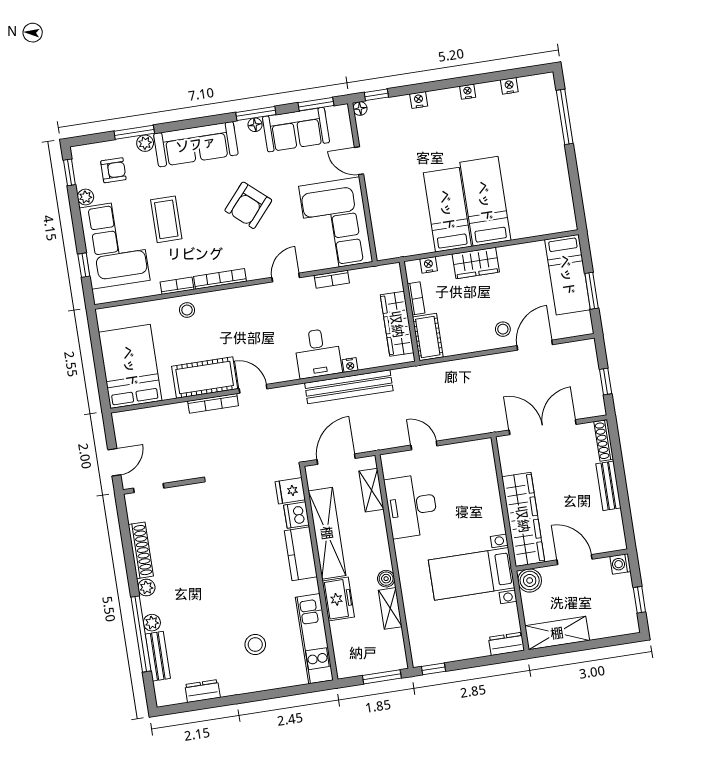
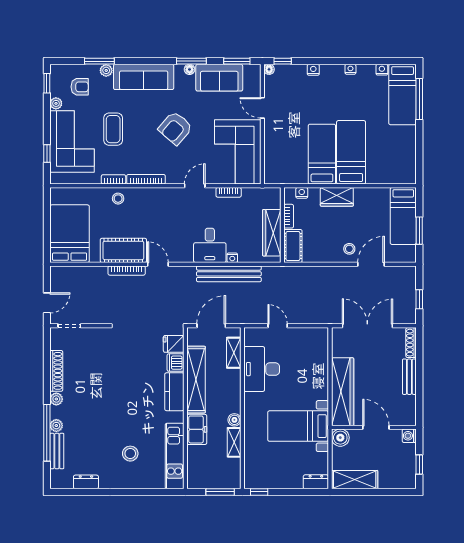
bed: (542, 114) -> (403, 95), added

